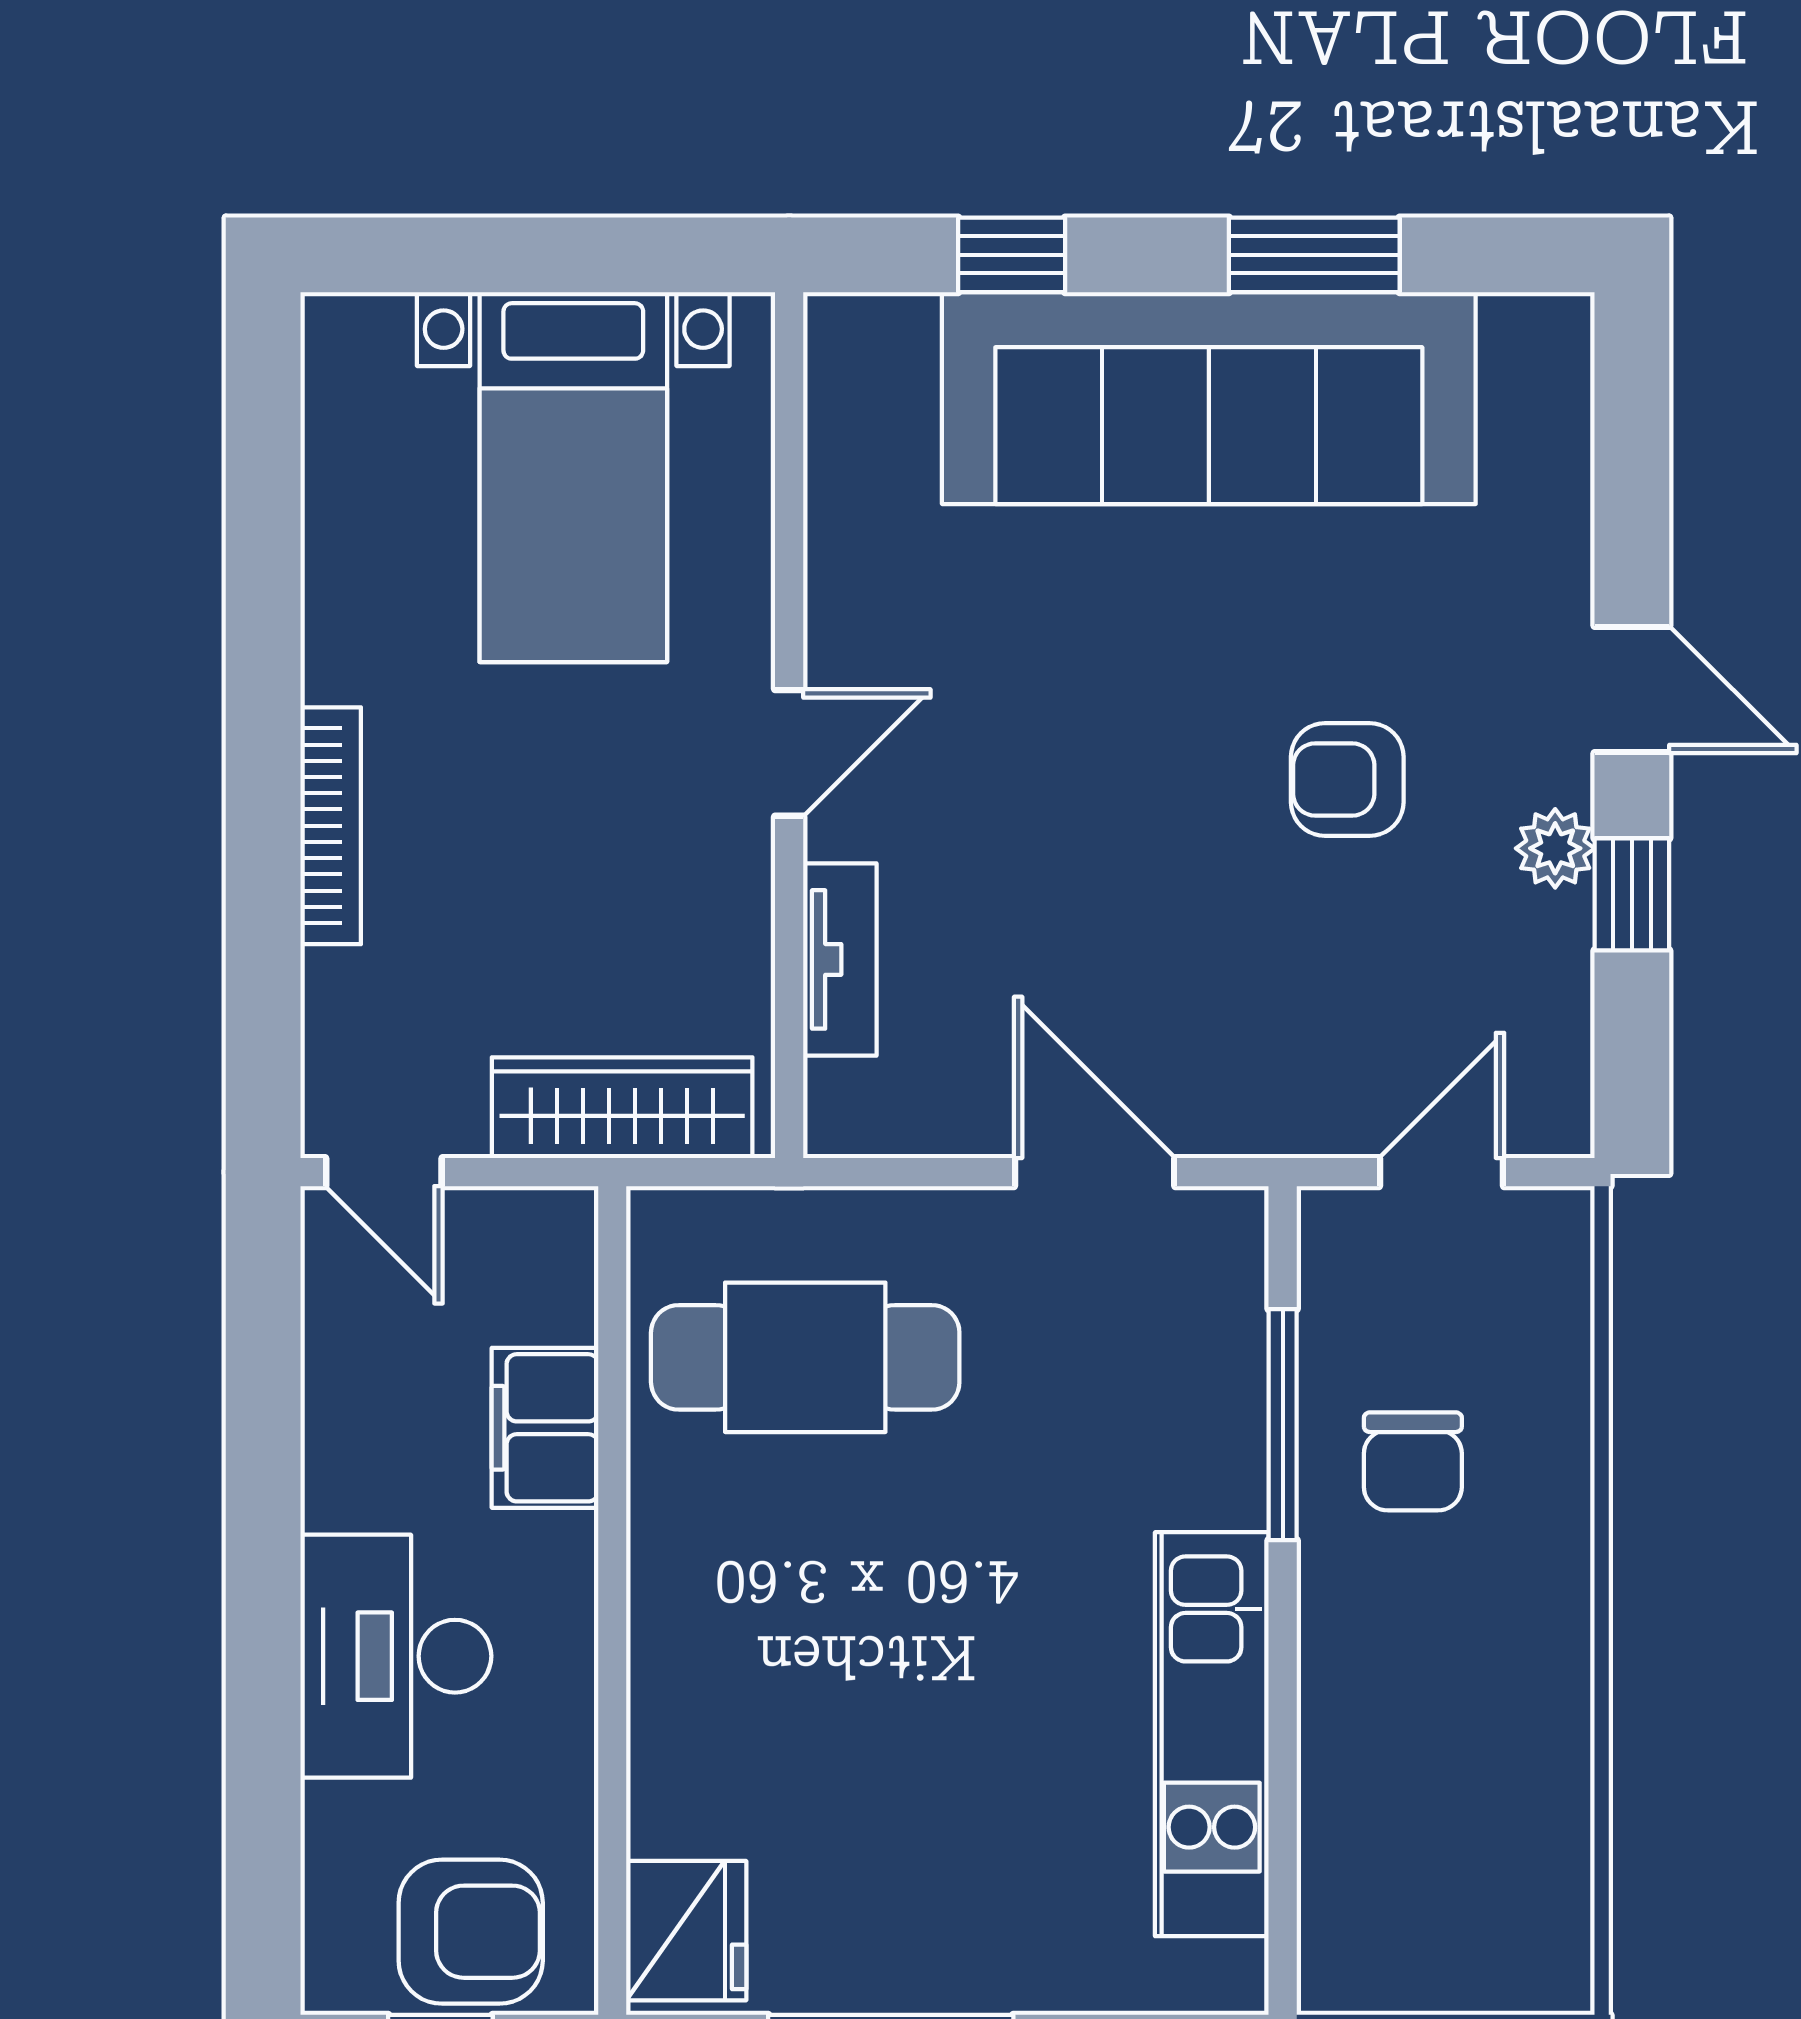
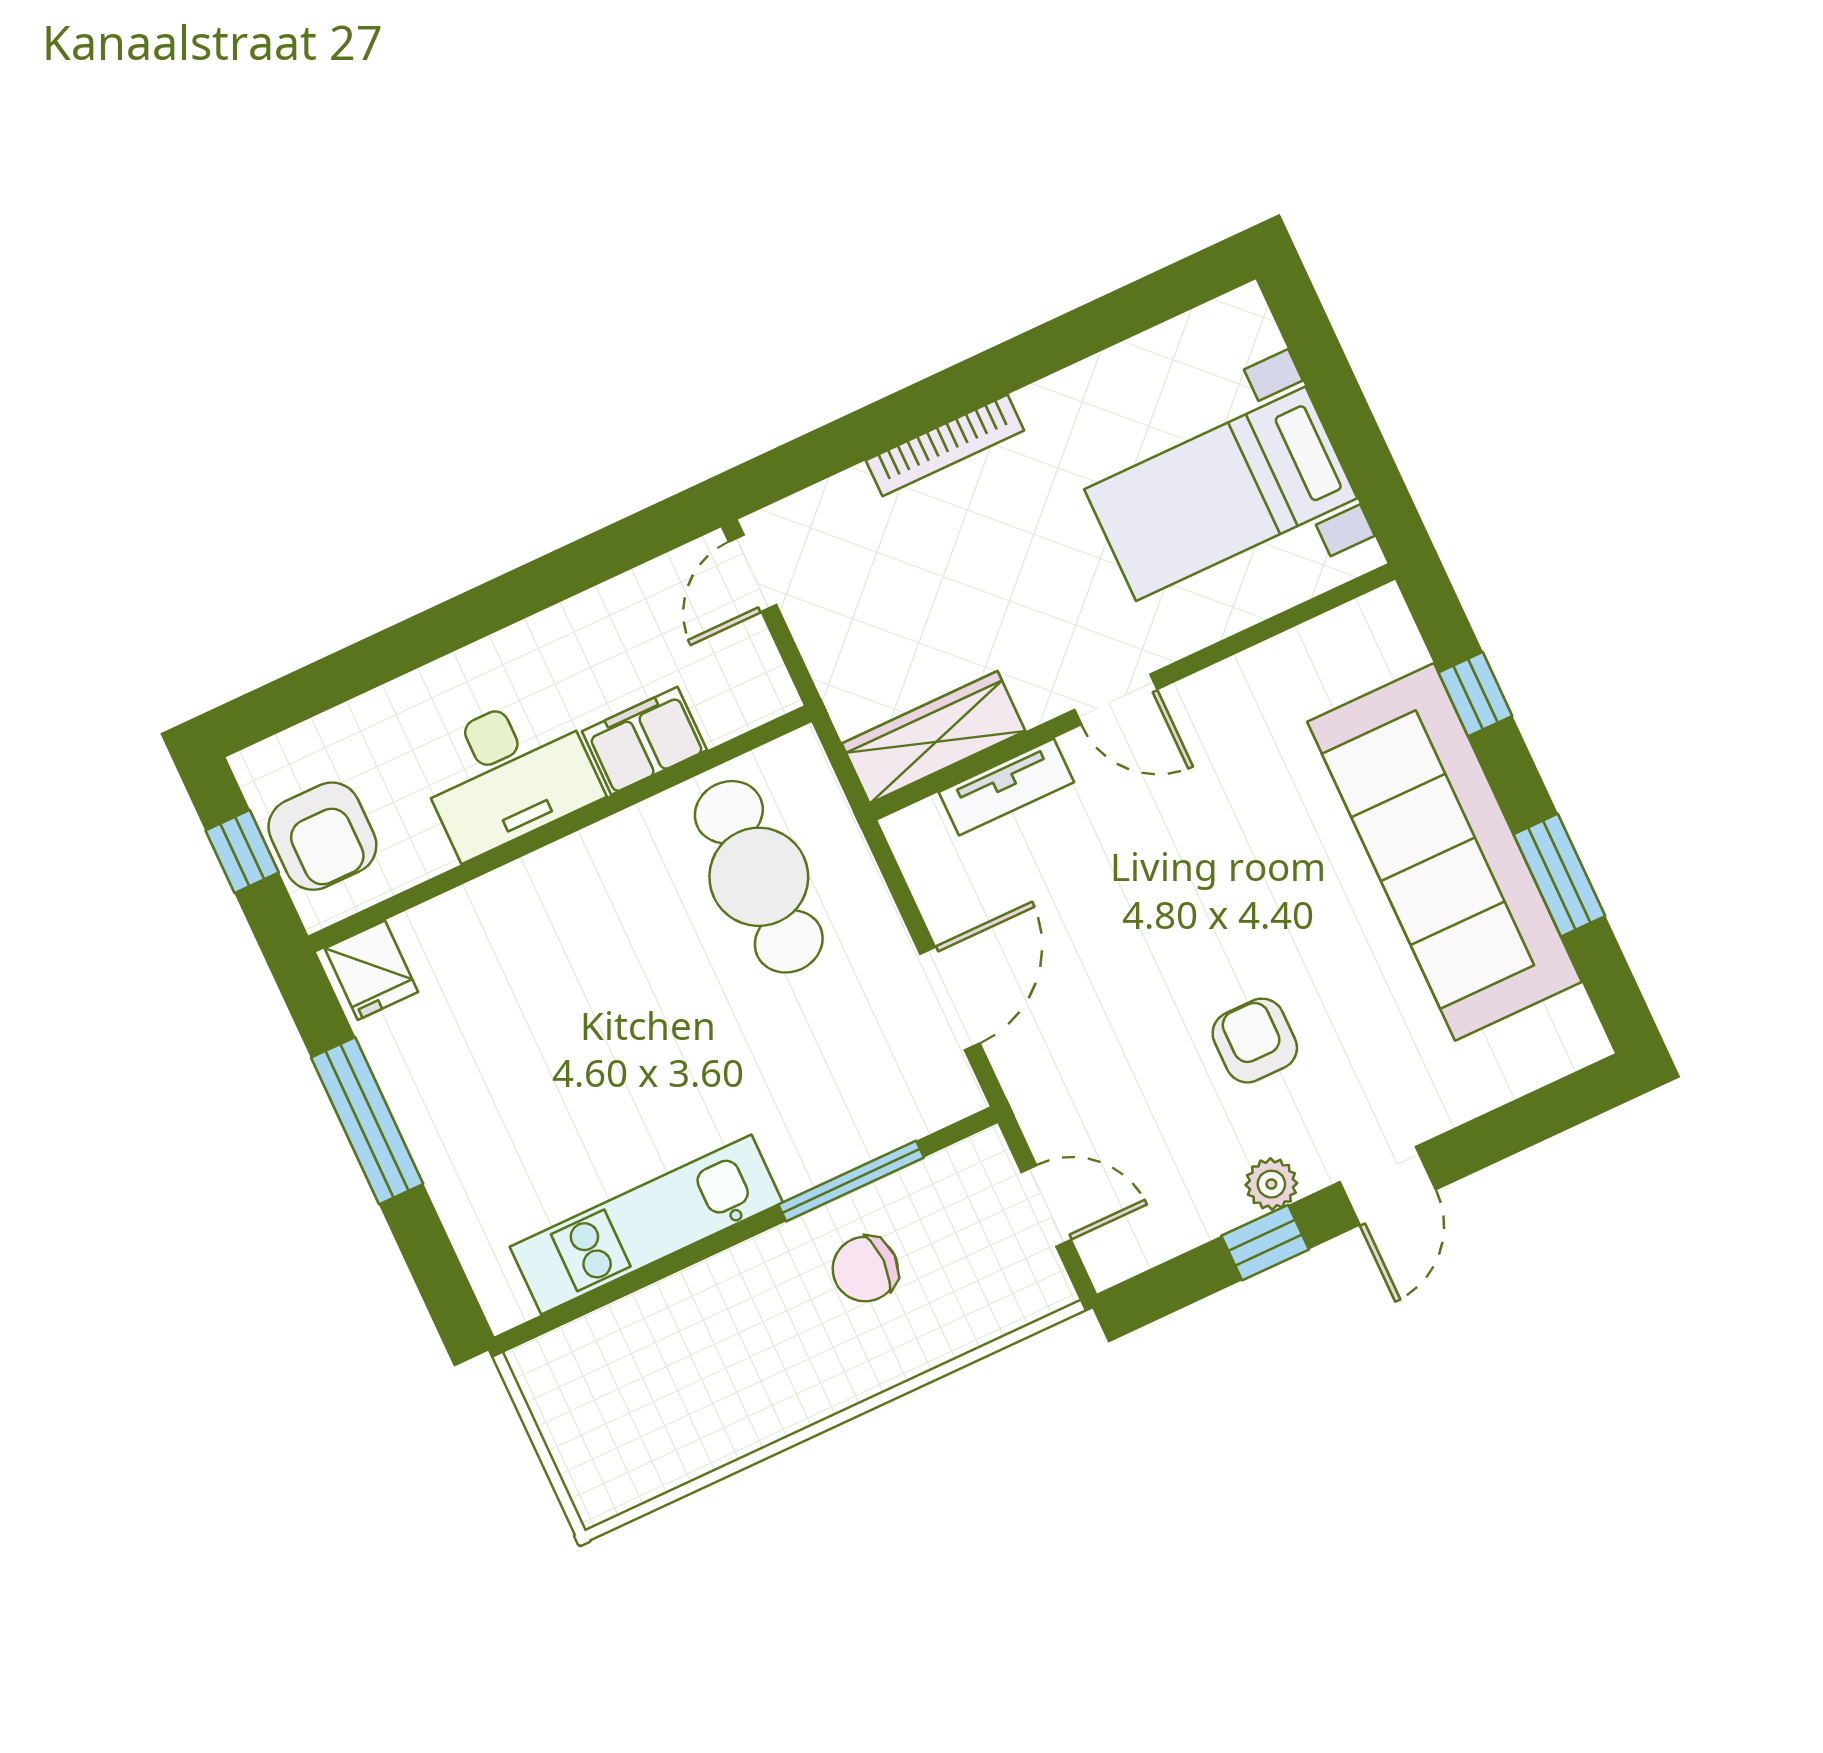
wardrobe: (622, 1108) -> (934, 737), moved, turned -90
desk: (396, 1656) -> (508, 774), moved, turned 180
fridge: (686, 1931) -> (371, 970), width x0.72

